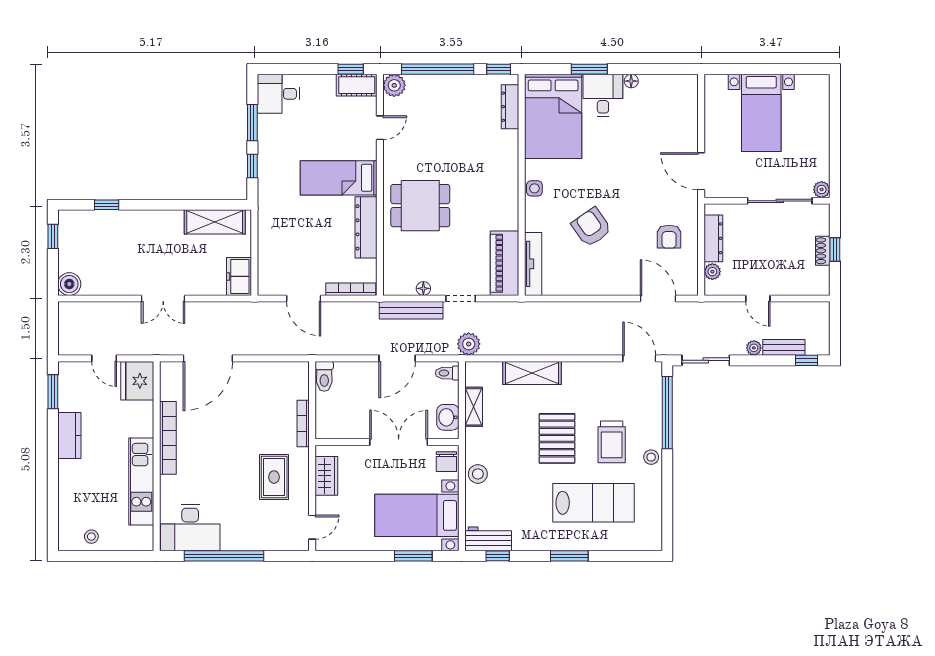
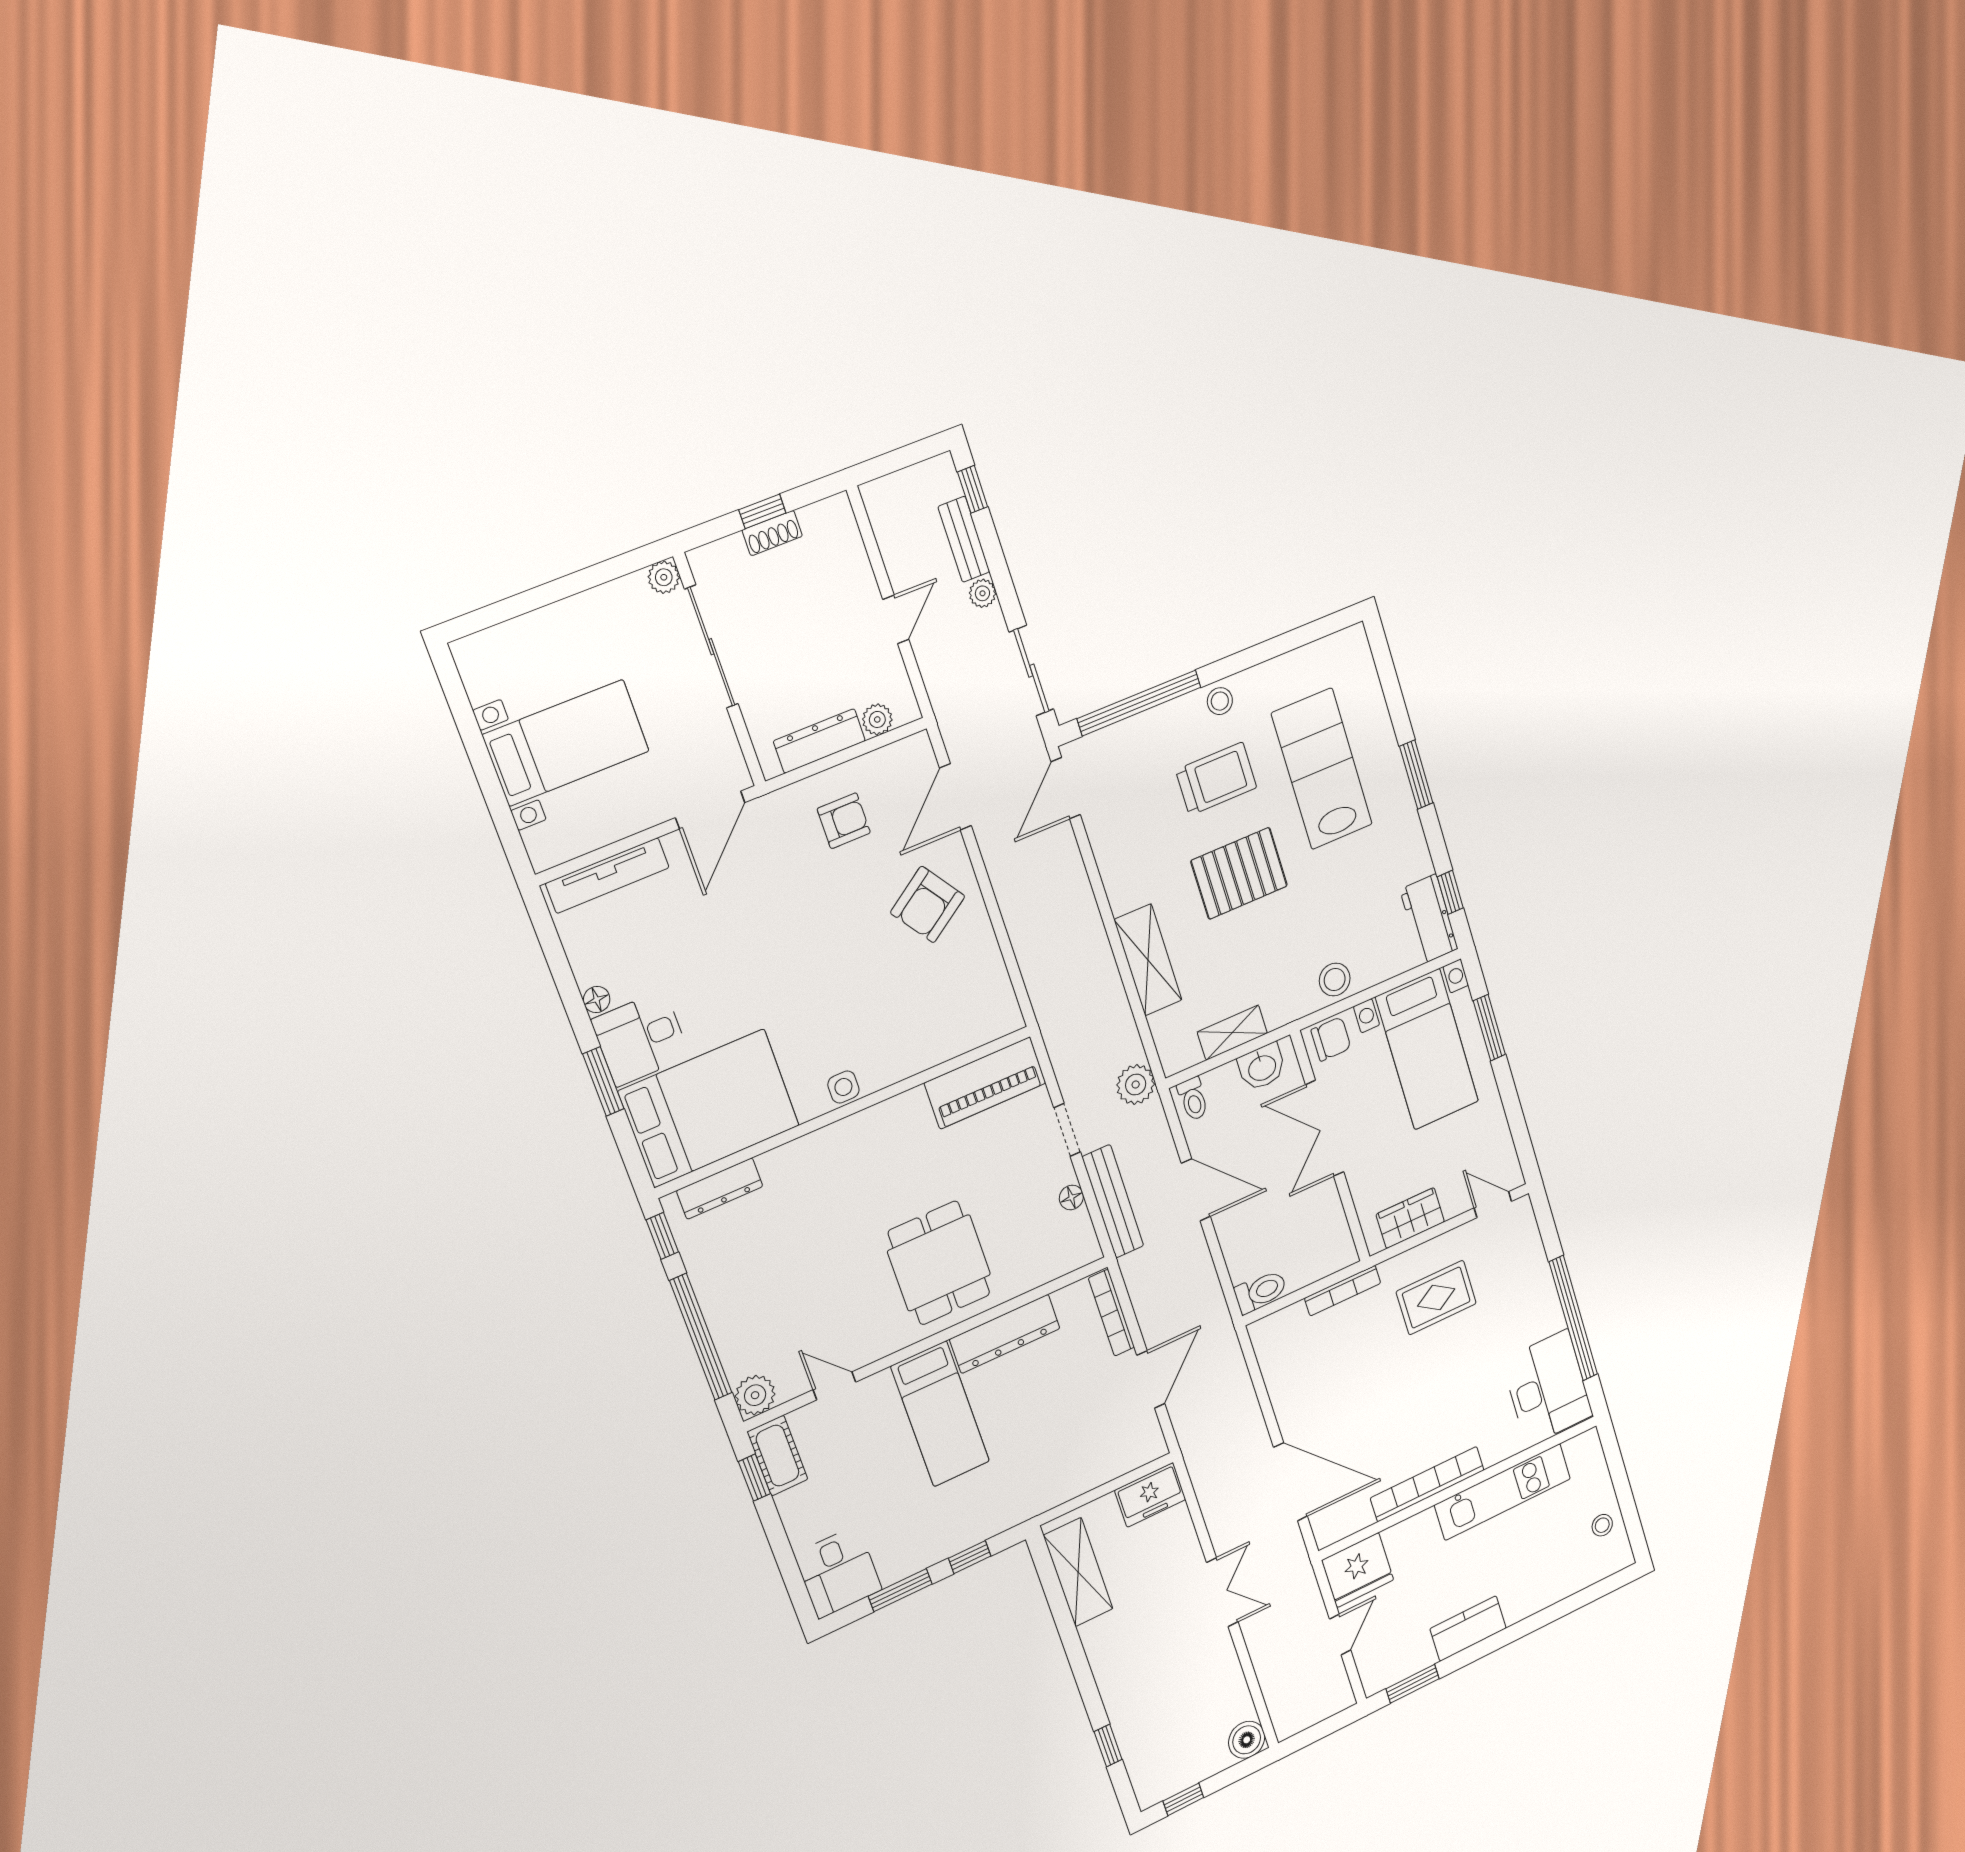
armchair: (591, 227) -> (928, 904), moved
tv unit: (533, 264) -> (607, 876), moved, turned 180

